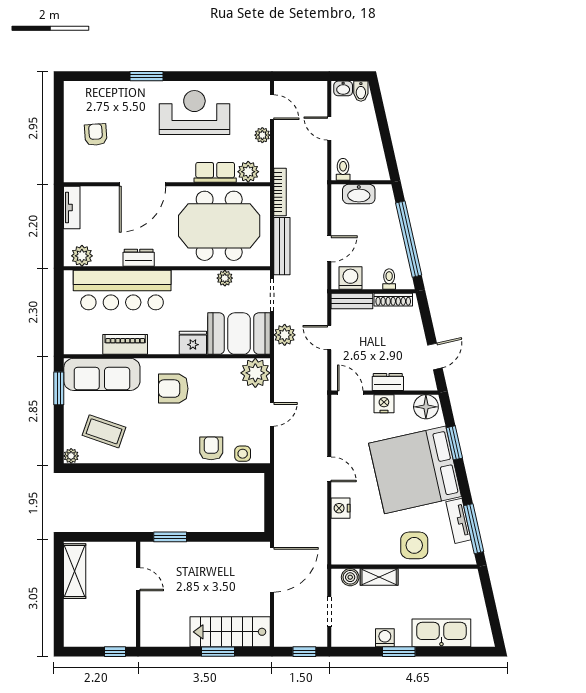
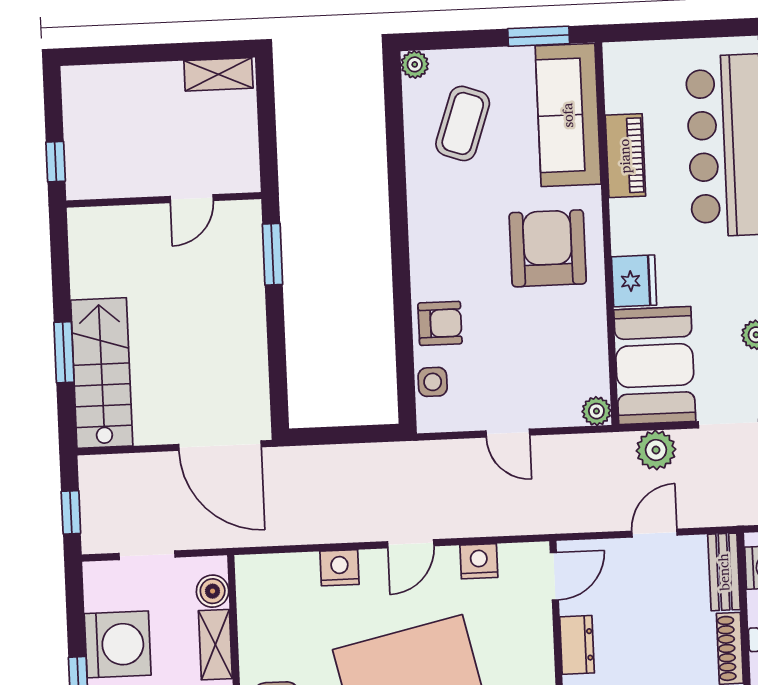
plant: (255, 373) -> (596, 411), width x0.53, depth x0.53
armchair: (173, 389) -> (548, 248), width x1.36, depth x1.36
nightstand: (384, 404) -> (479, 561), moved, turned -90
shelving: (75, 571) -> (218, 74), width x0.67, depth x0.75
washing machine: (385, 638) -> (118, 644), width x1.89, depth x1.89

